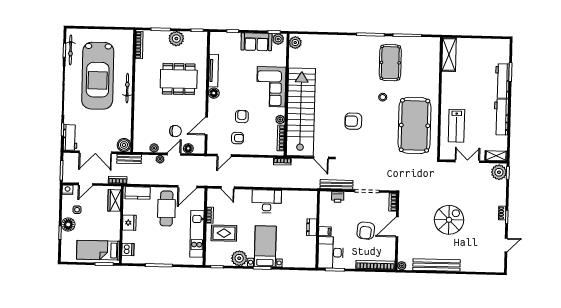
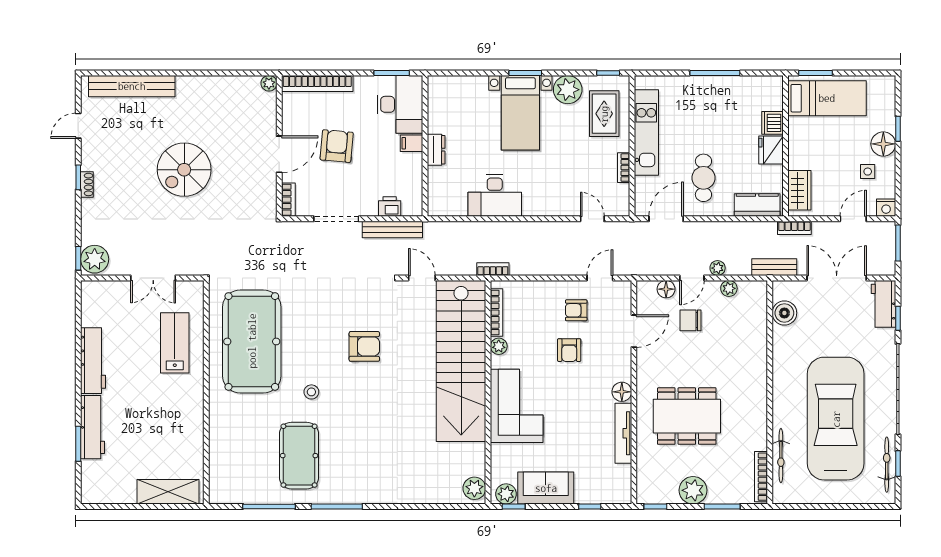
shelving: (449, 55) -> (168, 492), moved, turned 90
bicycle: (127, 88) -> (781, 456), moved
boiler: (124, 145) -> (784, 313), moved
shelving: (496, 156) -> (101, 289), removed
desk: (267, 201) -> (495, 196), moved
cafe table: (166, 208) -> (703, 178), width x0.73, depth x0.74
rug: (224, 233) -> (604, 114), moved, turned 90
dishwasher: (128, 249) -> (773, 123), moved
bench: (436, 265) -> (132, 86), moved

